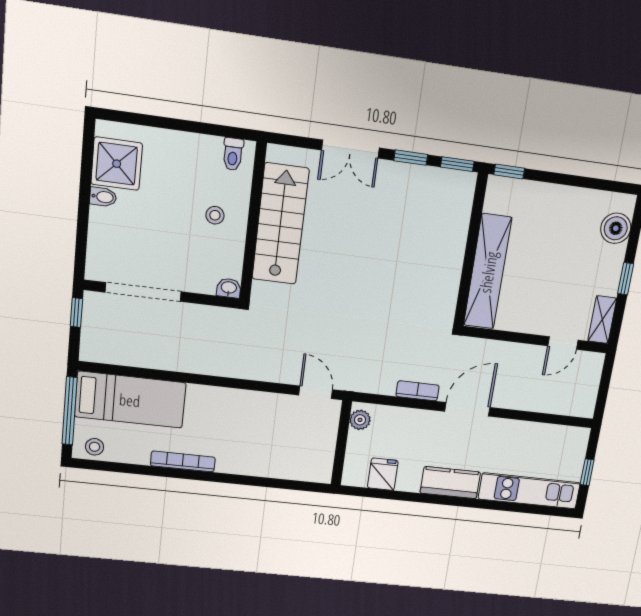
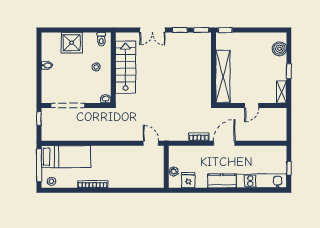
shower: (117, 164) -> (72, 43), moved
door: (563, 343) -> (252, 105), moved
plant: (360, 420) -> (174, 171), moved

